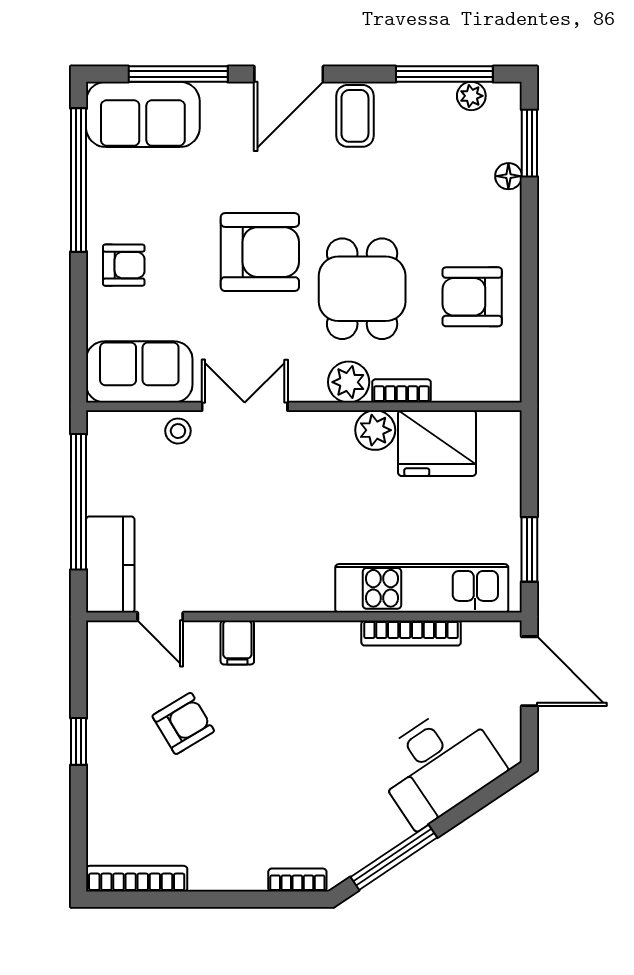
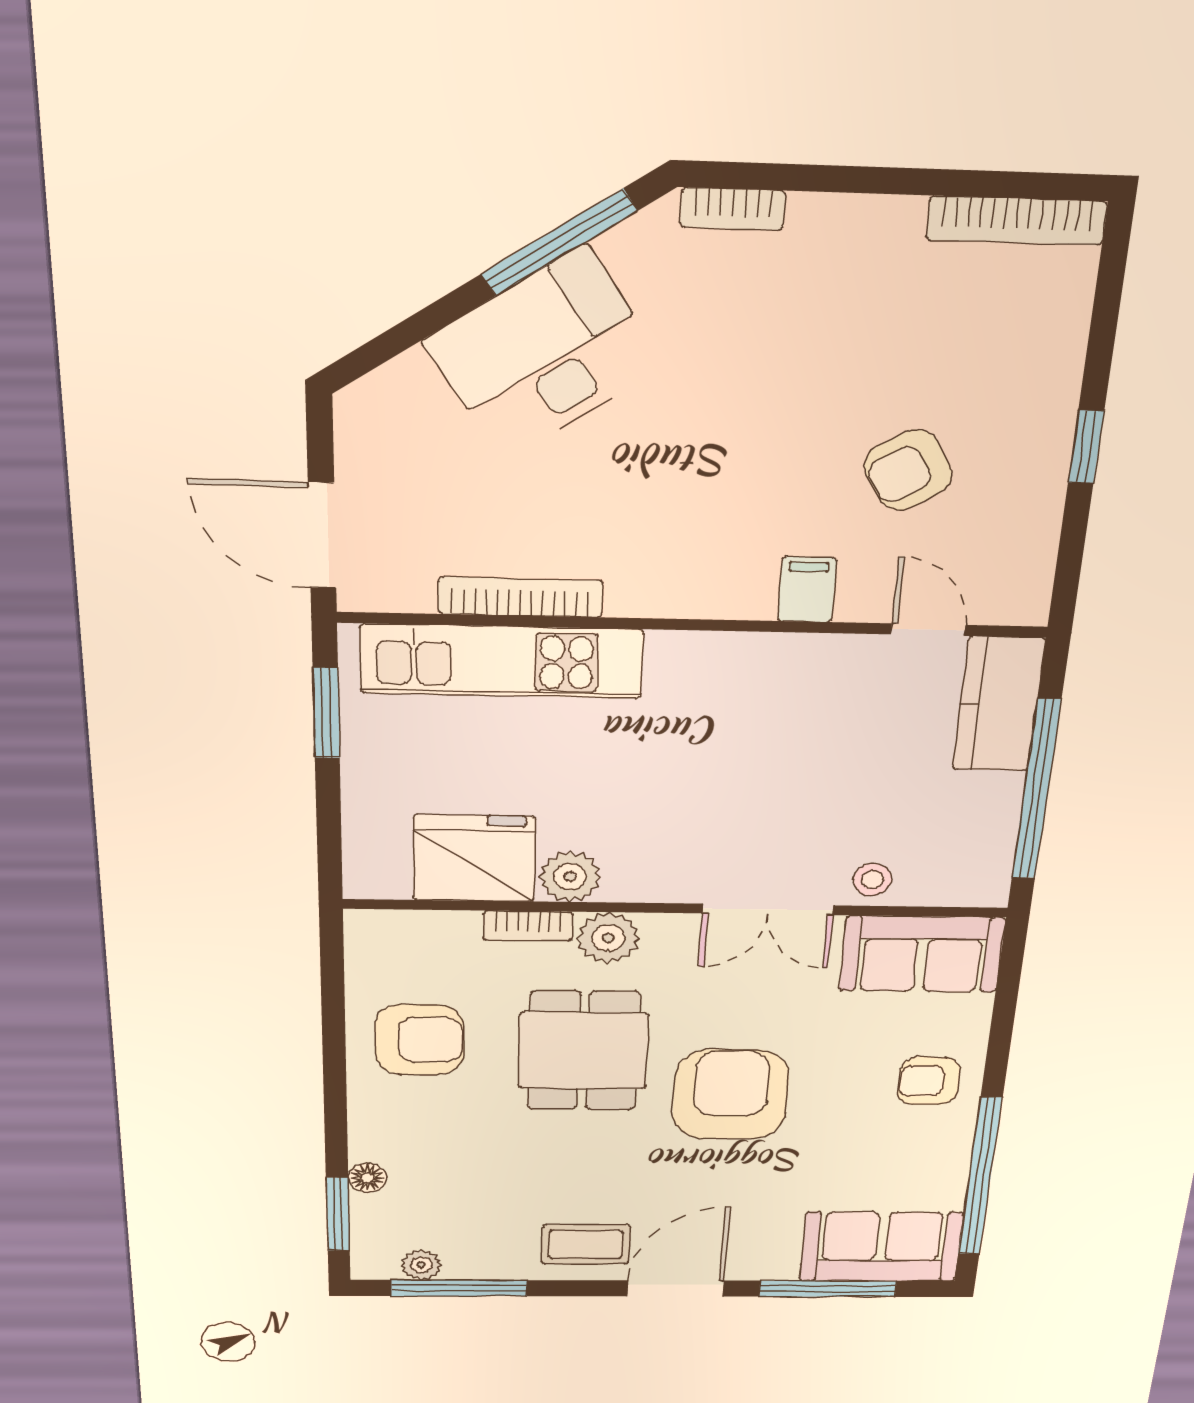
coffee table: (355, 116) -> (586, 1244), turned 90
armchair: (260, 252) -> (731, 1095), turned 90
desk: (438, 765) -> (544, 354), moved

